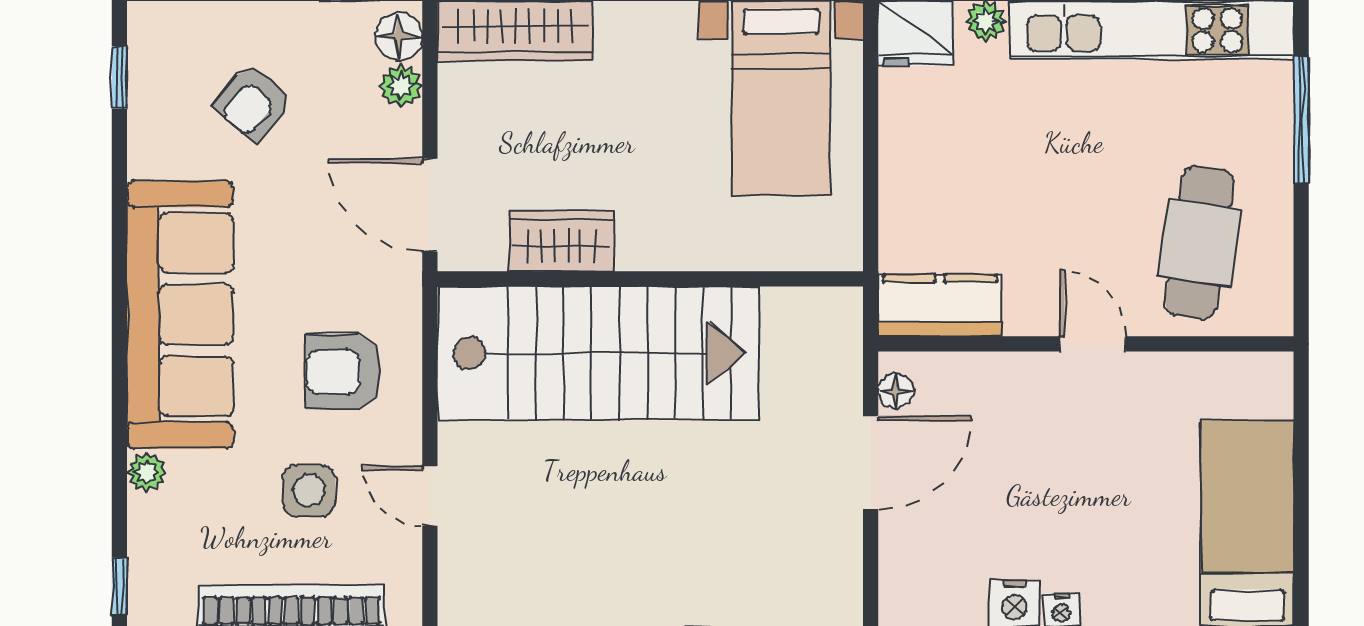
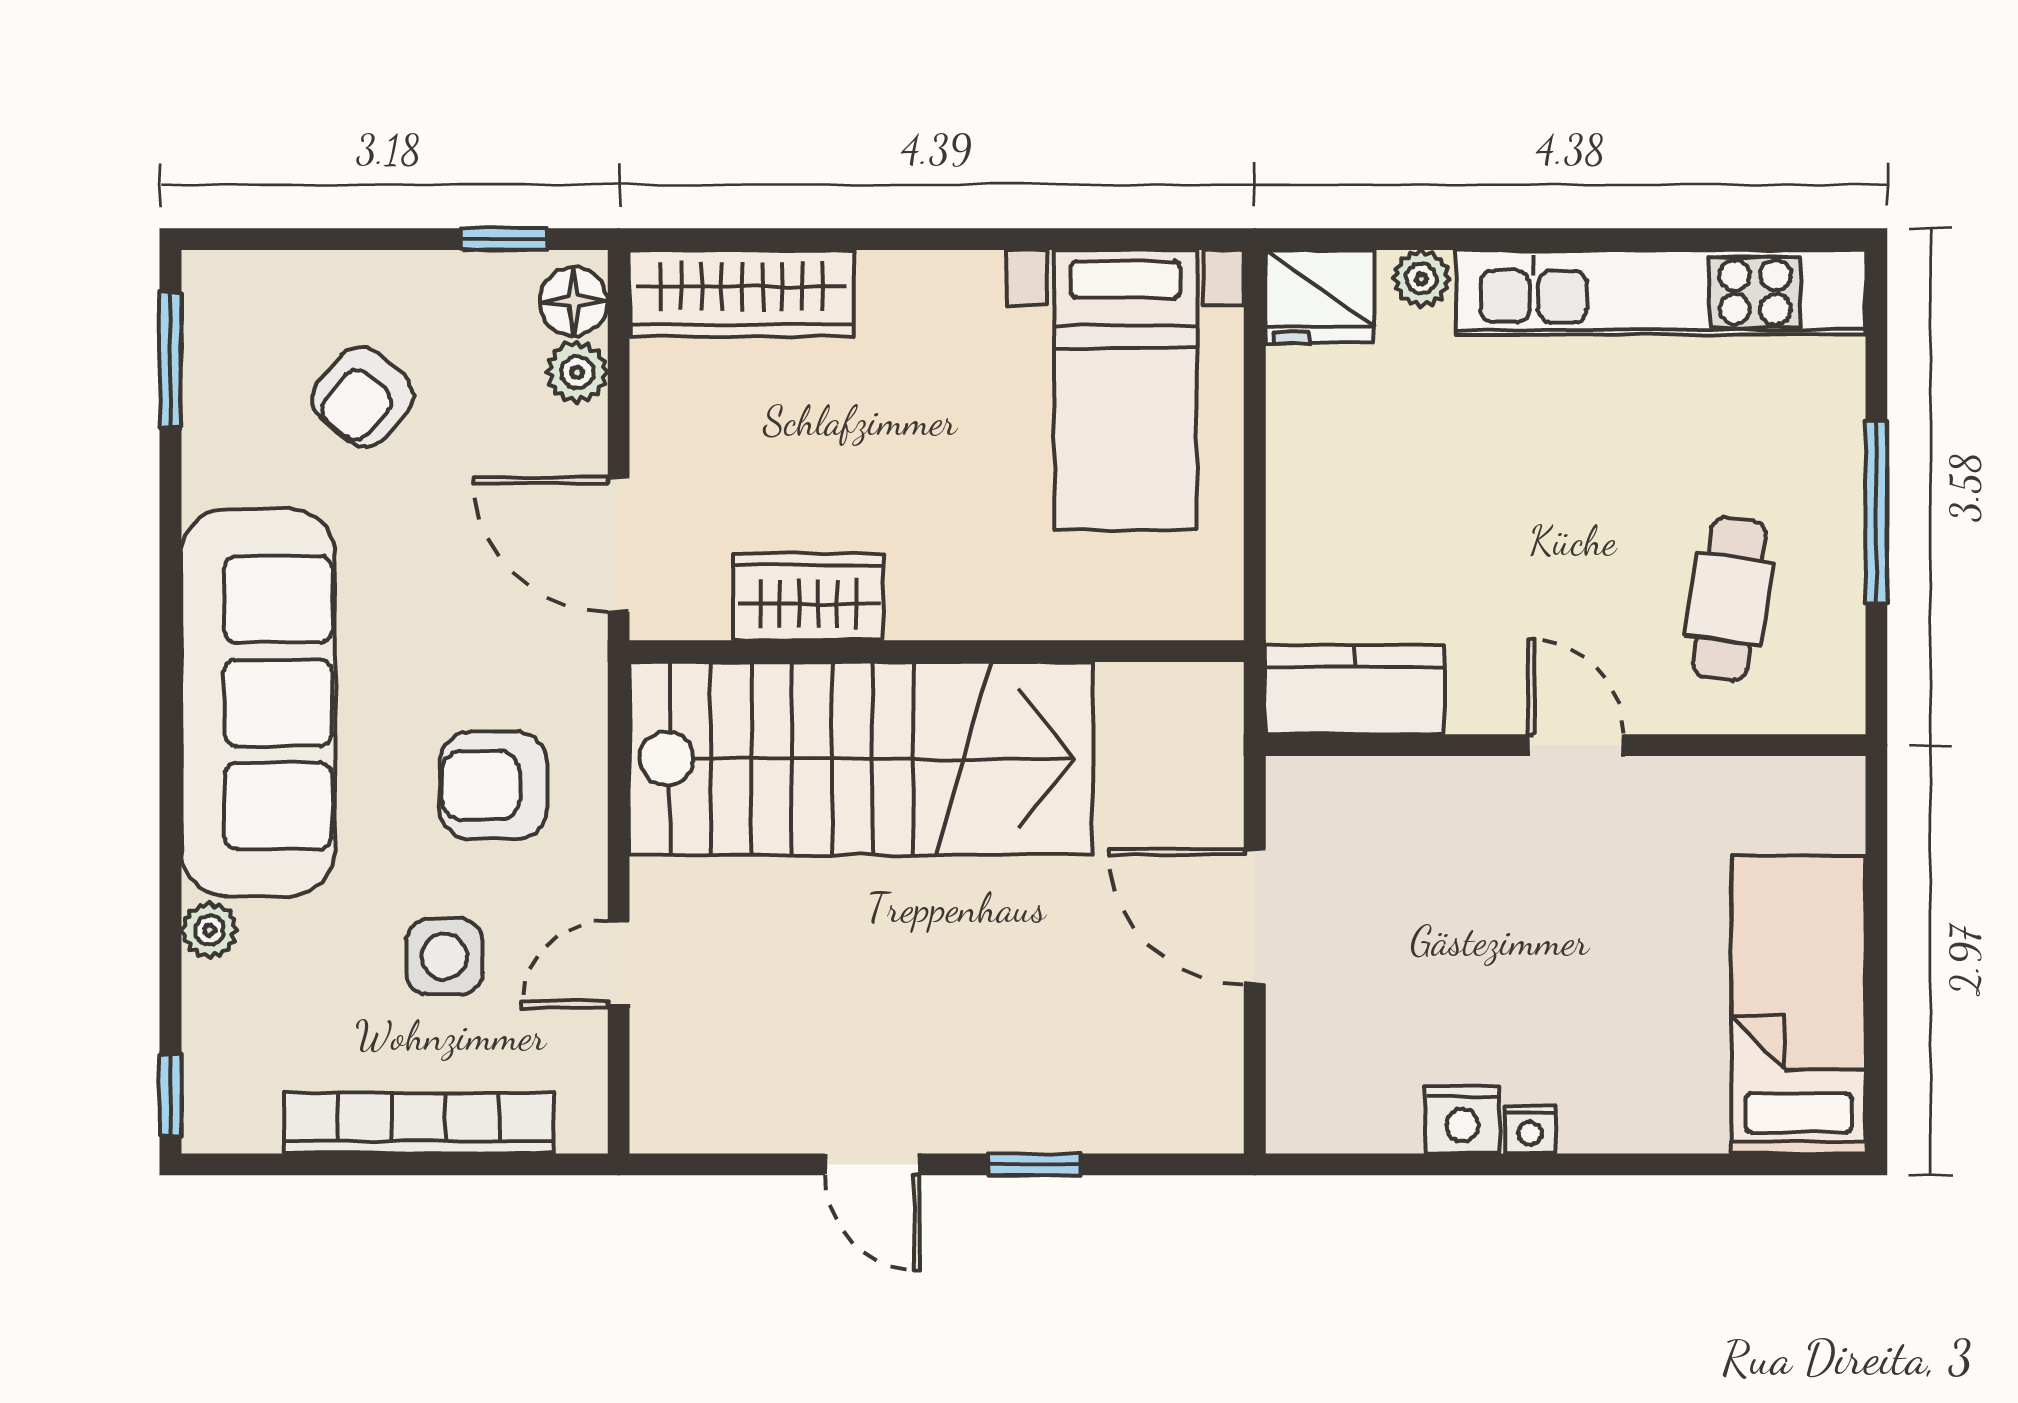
window: (119, 77) -> (170, 360), width x1.50
window: (1301, 120) -> (1876, 512), moved
cafe table: (1199, 243) -> (1729, 599), width x0.73, depth x0.74
floor lamp: (896, 391) -> (1291, 813), removed
door: (871, 463) -> (1255, 916), swing flipped
door: (430, 496) -> (619, 964), hinge flipped

